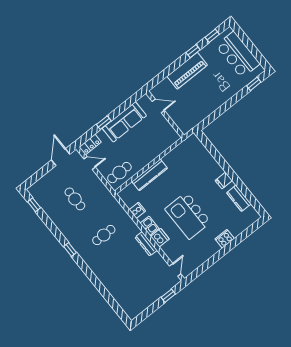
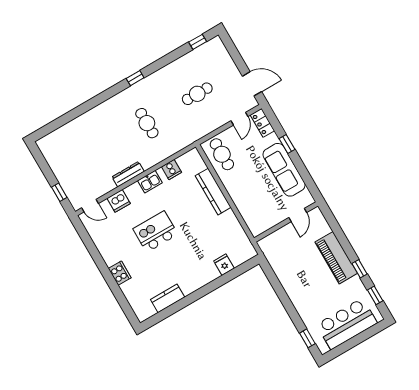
fridge: (224, 180) -> (224, 265), moved
kitchen island: (188, 216) -> (155, 232), width x0.73, depth x0.78
dishwasher: (160, 238) -> (119, 201), moved

